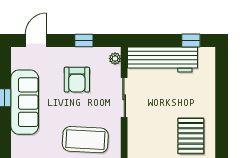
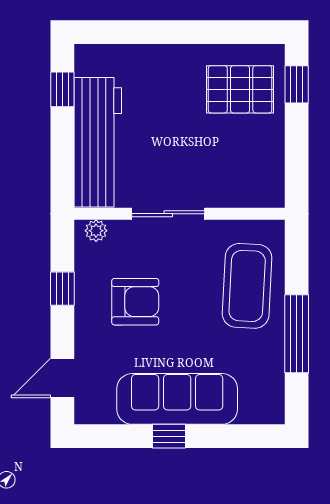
door: (36, 41) -> (62, 378), hinge flipped

